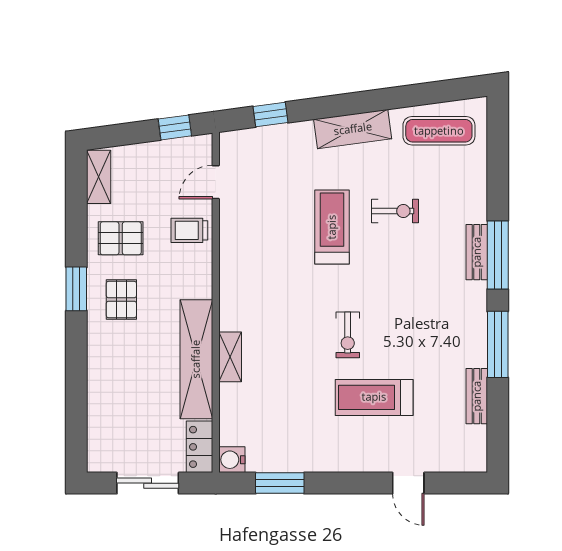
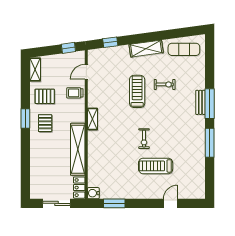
shelving: (230, 357) -> (93, 119), moved
bench: (477, 396) -> (200, 165), removed
door: (408, 483) -> (170, 203), swing flipped

